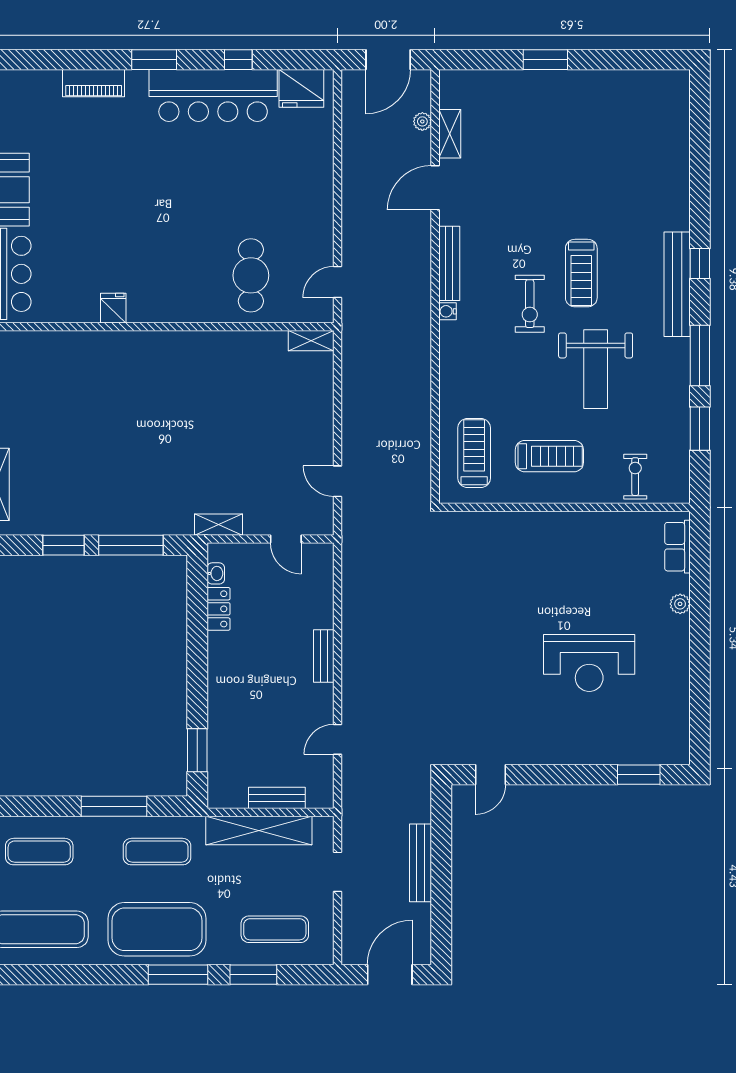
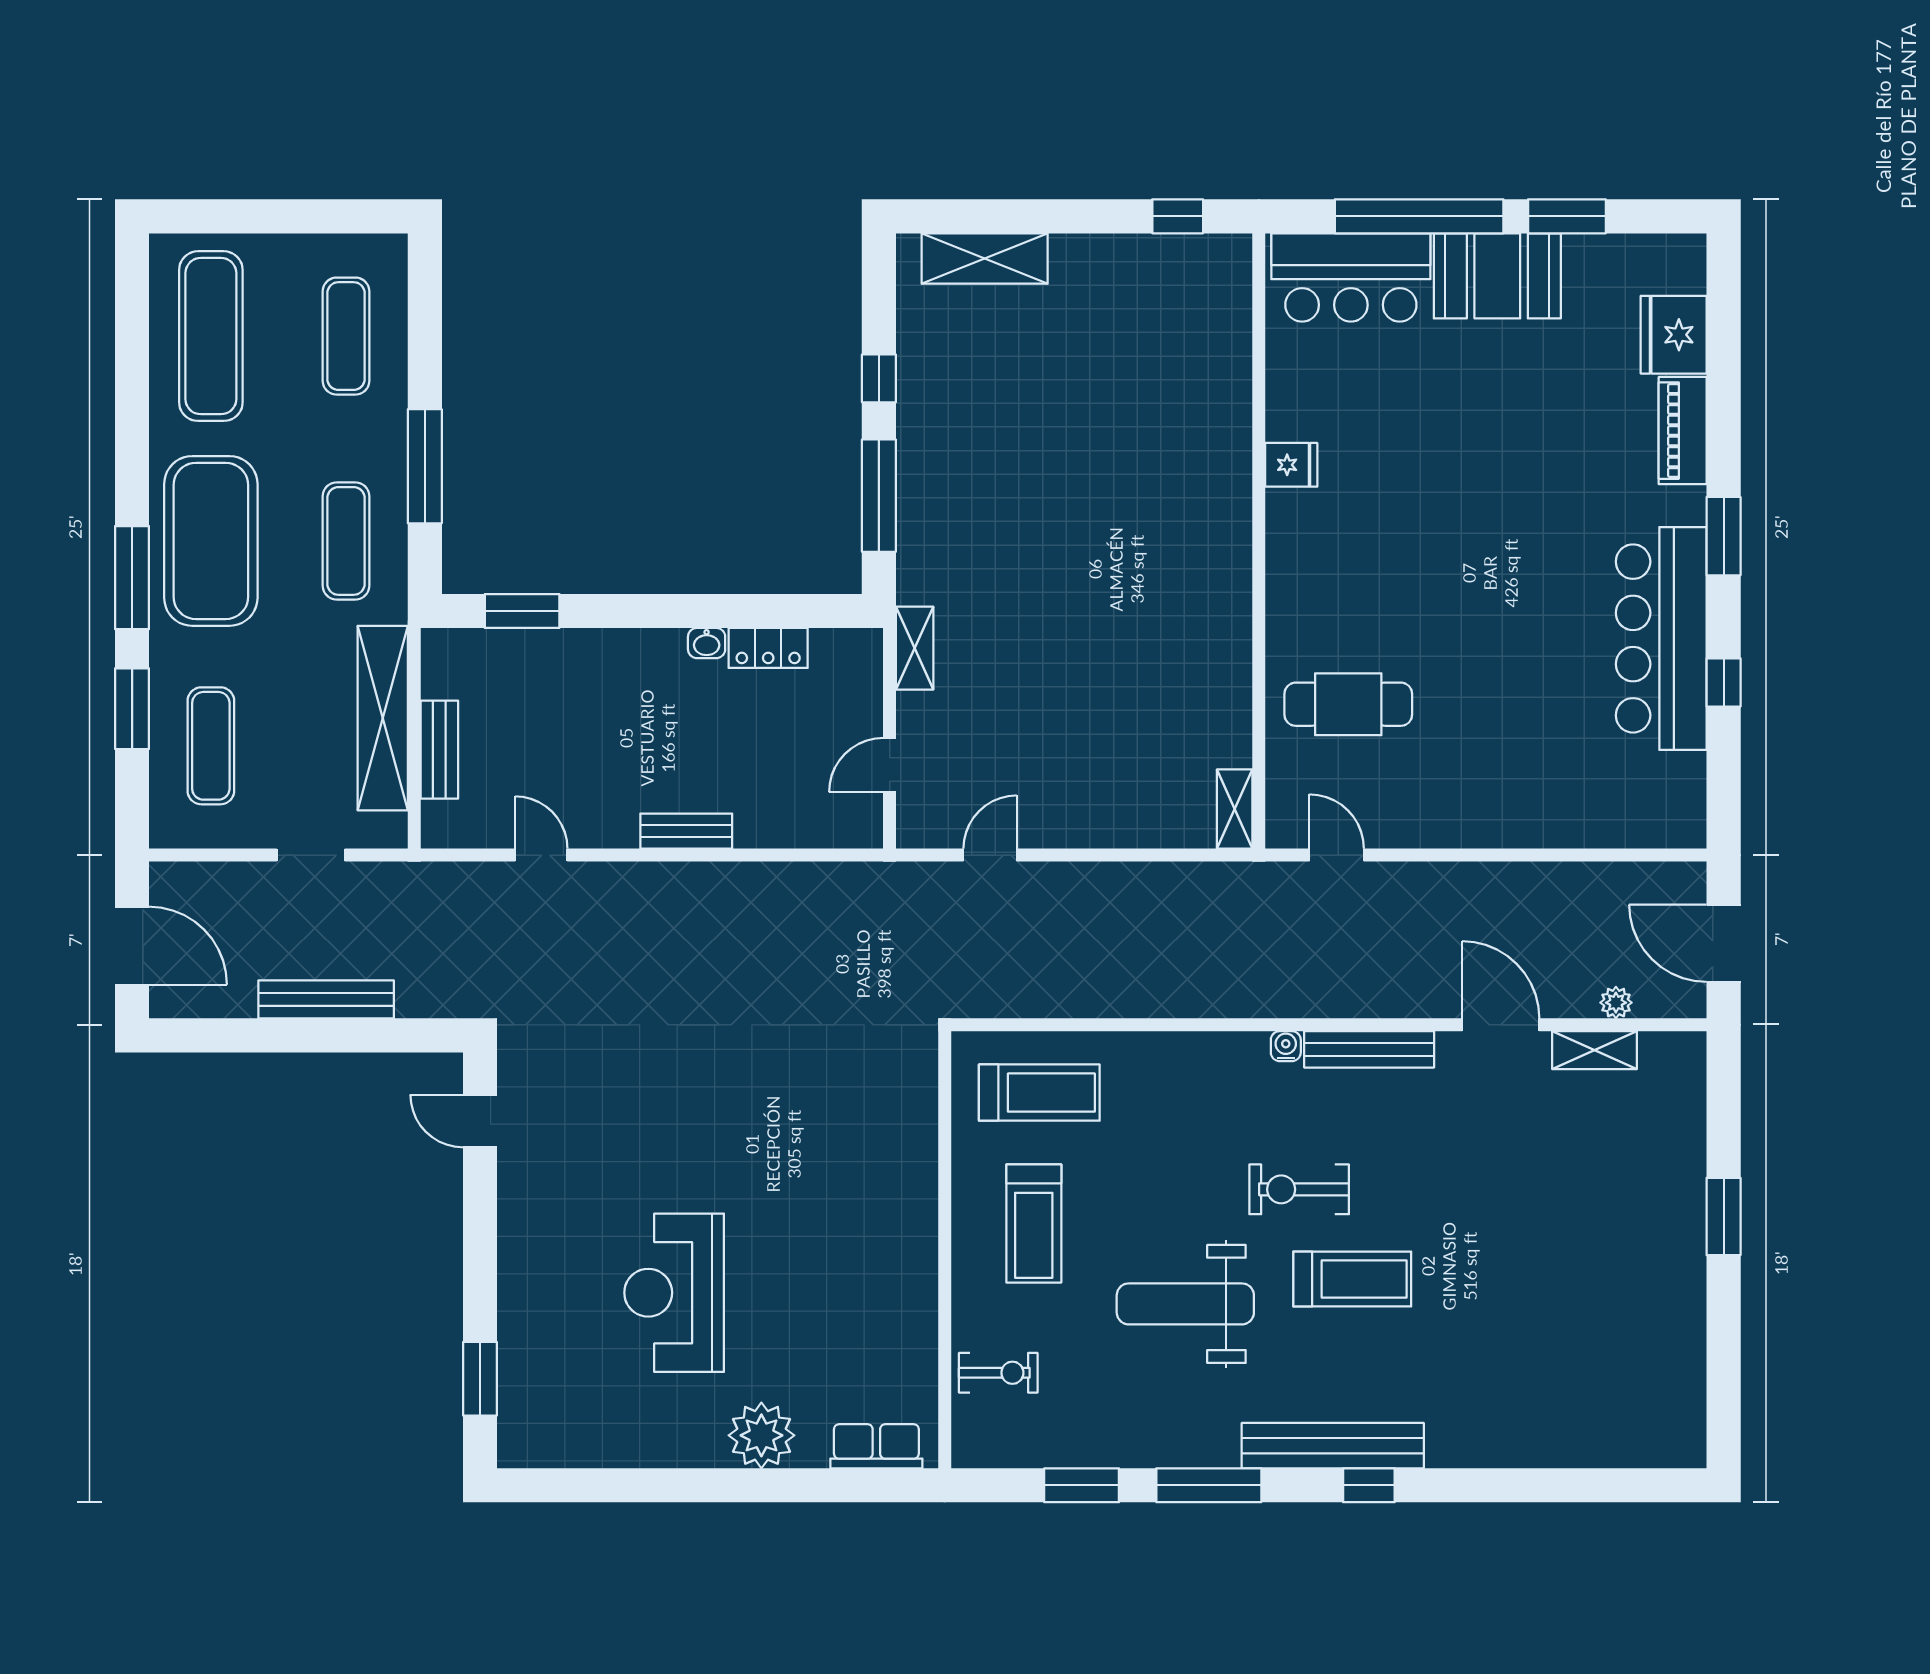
fridge: (301, 88) -> (1674, 335), moved
treadmill: (581, 273) -> (1352, 1279), turned 180
window: (64, 545) -> (879, 378), width x0.67
washbasin: (216, 573) -> (707, 643), moved
plant: (680, 604) -> (761, 1435), width x1.88, depth x1.88

